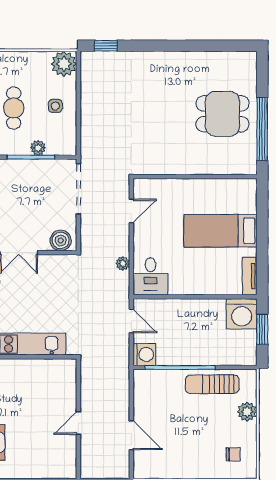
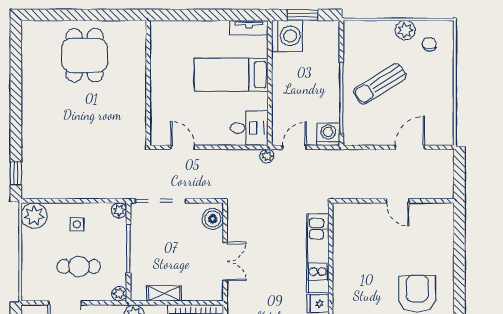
window: (262, 129) -> (100, 15), removed
plant: (38, 148) -> (119, 210), moved
bed: (220, 231) -> (231, 75), moved, turned 90
plant: (123, 264) -> (267, 156), moved
sun lounger: (212, 384) -> (380, 84), moved, turned 58
plant: (247, 412) -> (405, 30), moved

